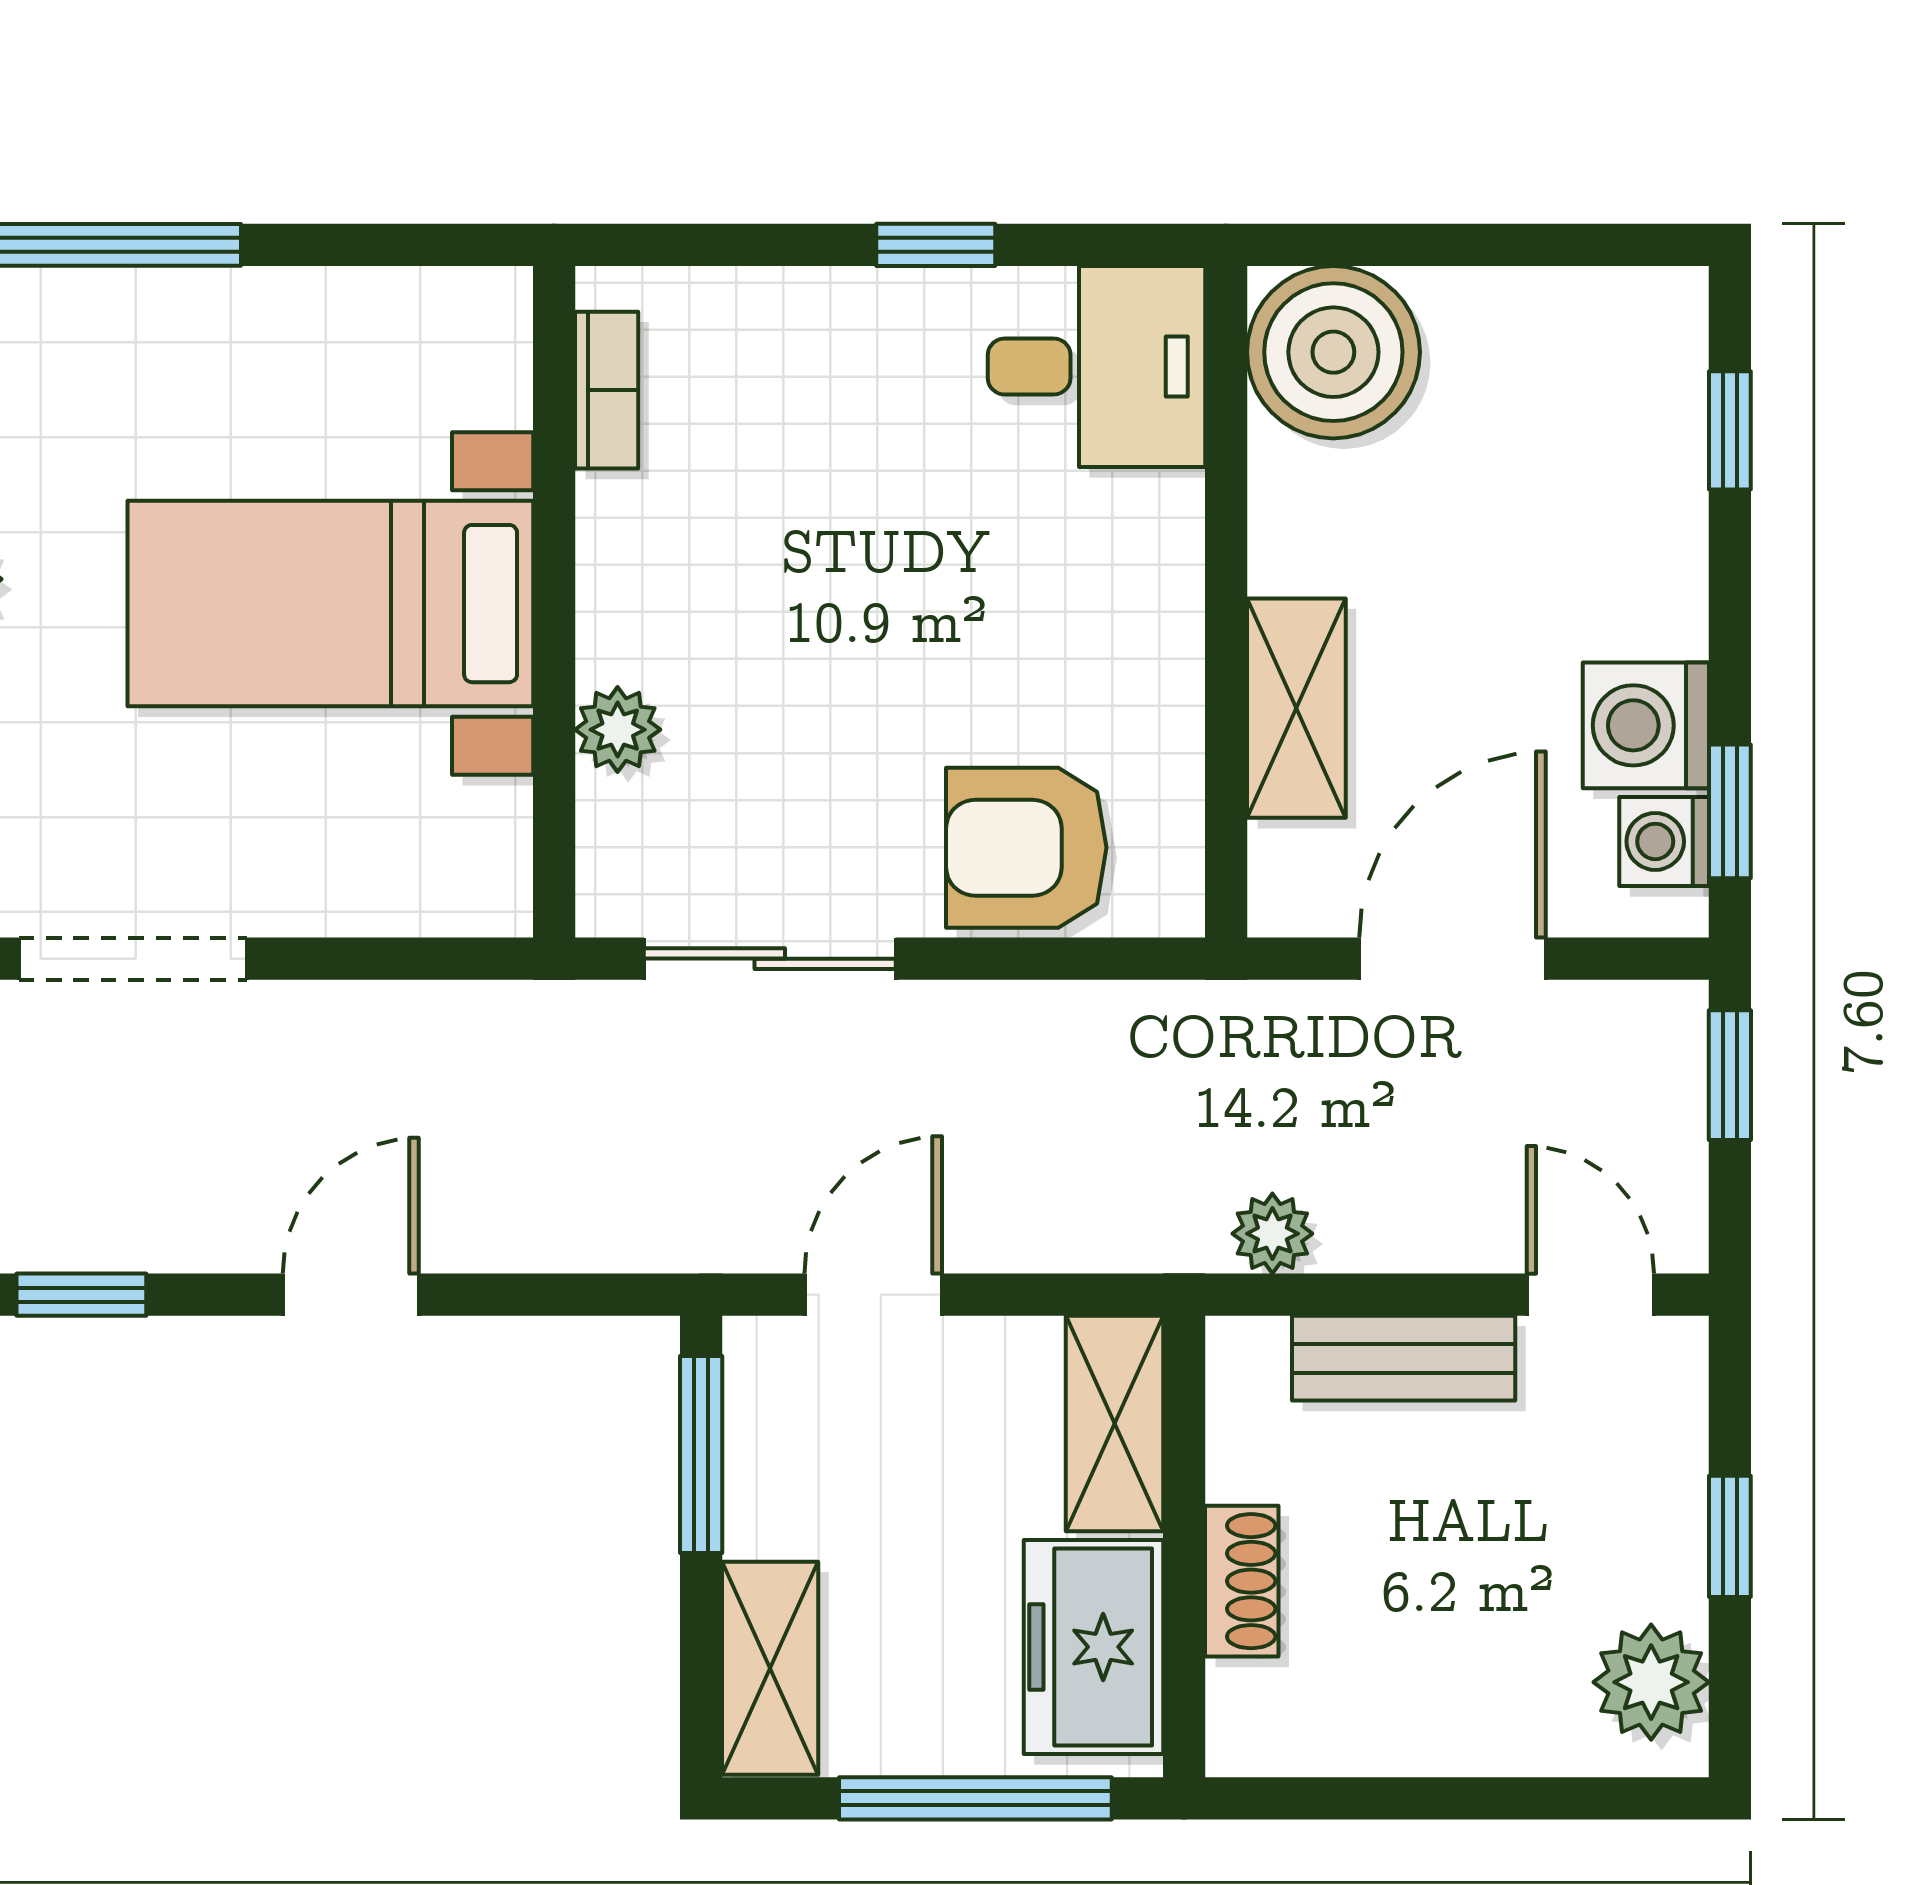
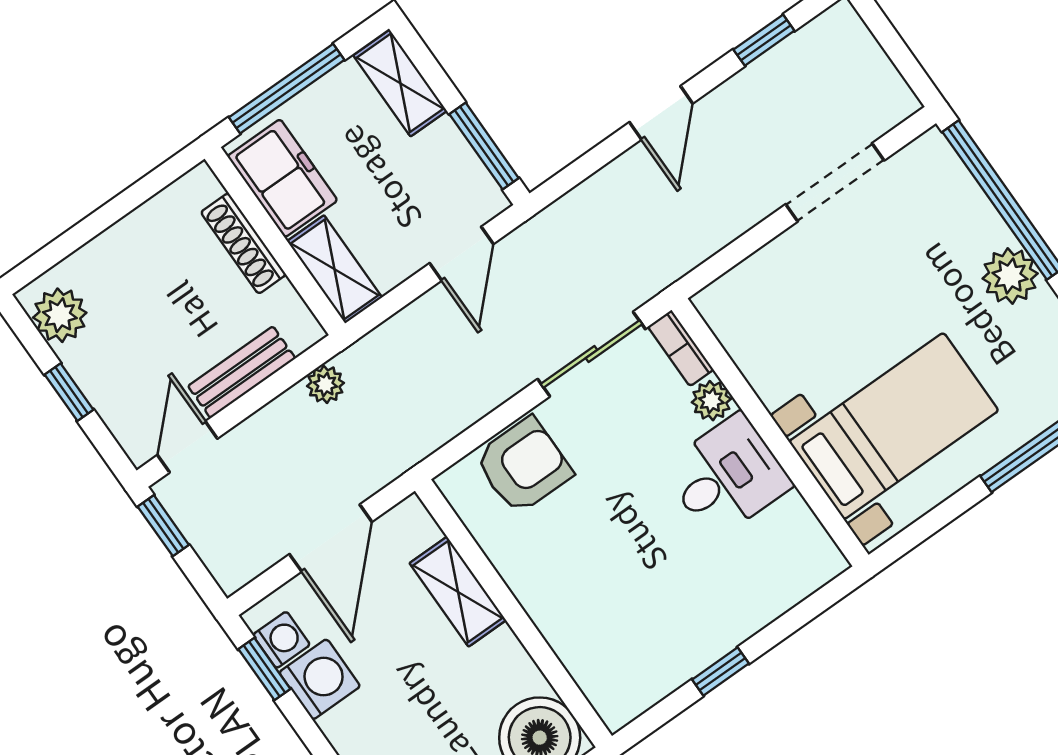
desk: (1096, 366) -> (727, 476), moved, turned 180
bookcase: (607, 390) -> (681, 348), moved
bed with nightstands: (330, 604) -> (894, 426), moved
window: (1730, 1075) -> (163, 526), moved
door: (1590, 1295) -> (187, 447), swing flipped
shoe rack: (1242, 1581) -> (243, 243), width x1.43

